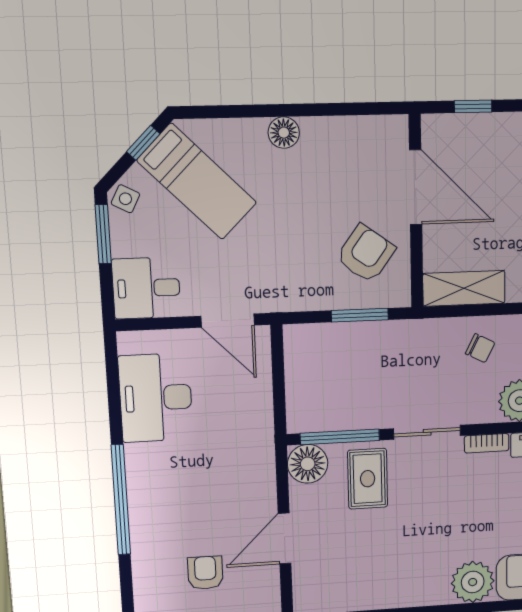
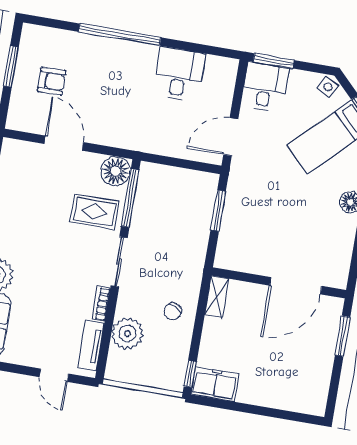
window: (473, 106) -> (343, 336), width x1.50
window: (103, 234) -> (274, 61), moved
armchair: (366, 254) -> (257, 242), removed
shelving: (464, 288) -> (217, 297), width x0.67, depth x0.75
window: (360, 315) -> (218, 211), moved
desk: (156, 398) -> (179, 74), width x0.73

